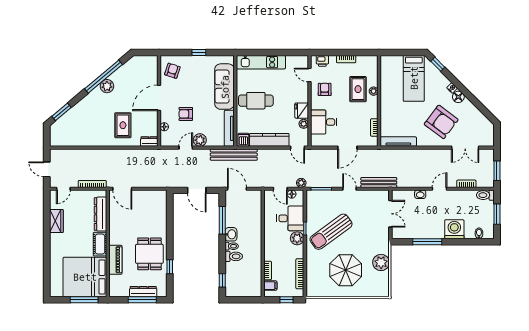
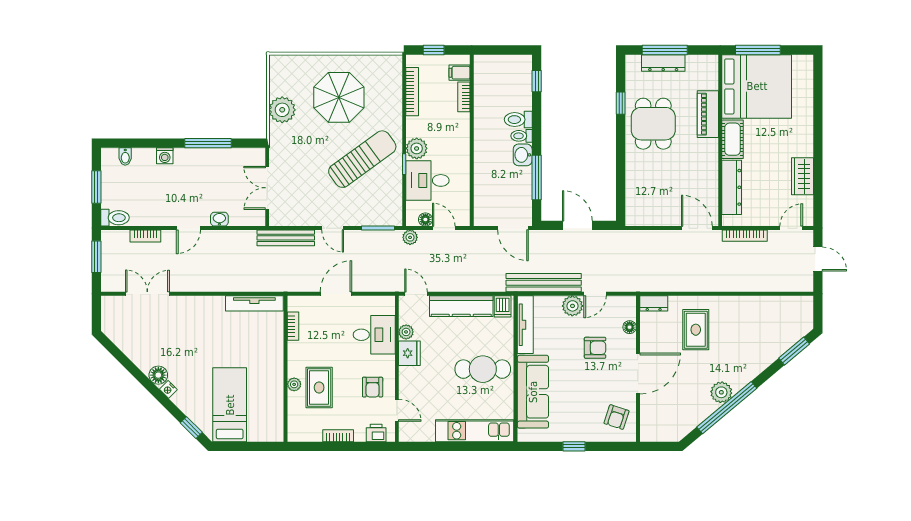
armchair: (441, 122) -> (186, 335), removed
bench: (234, 155) -> (544, 283), moved
washing machine: (454, 229) -> (165, 156), width x0.53, depth x0.53

